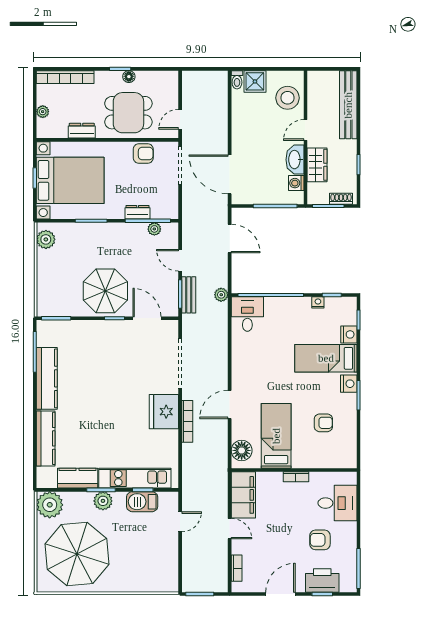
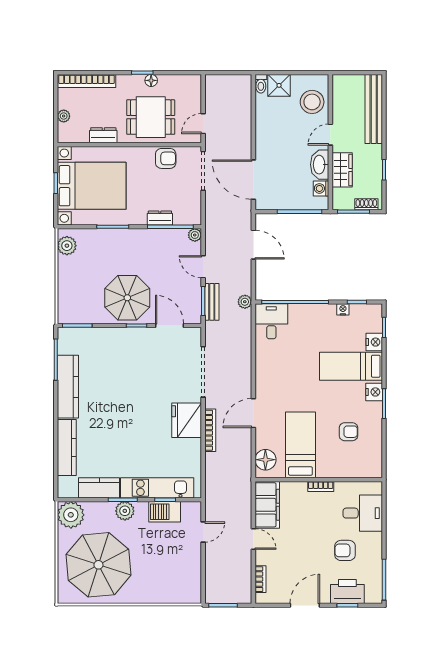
plant: (154, 229) -> (195, 235), moved

